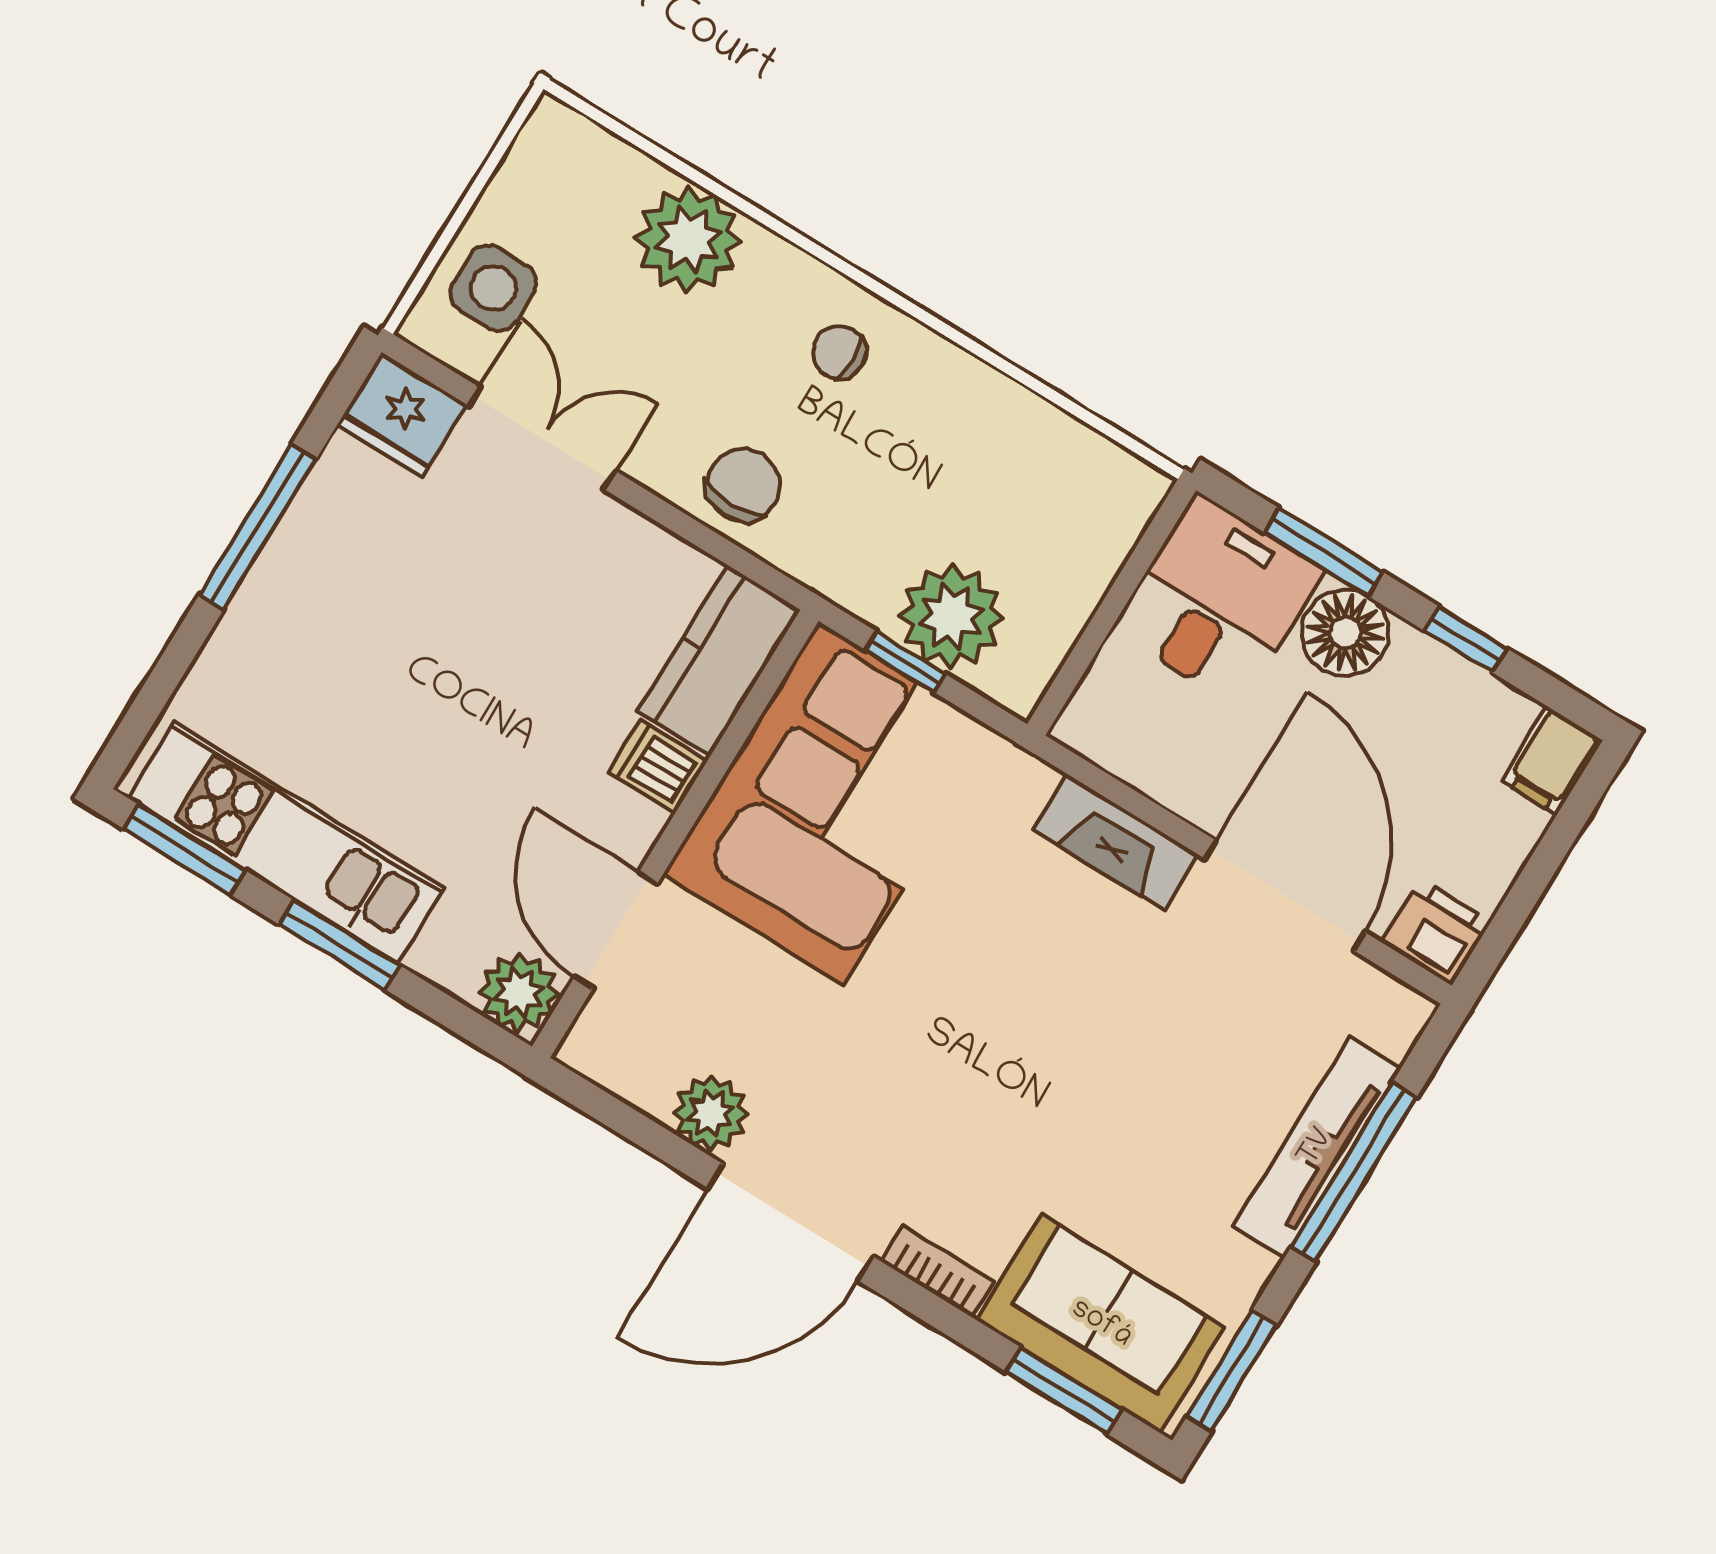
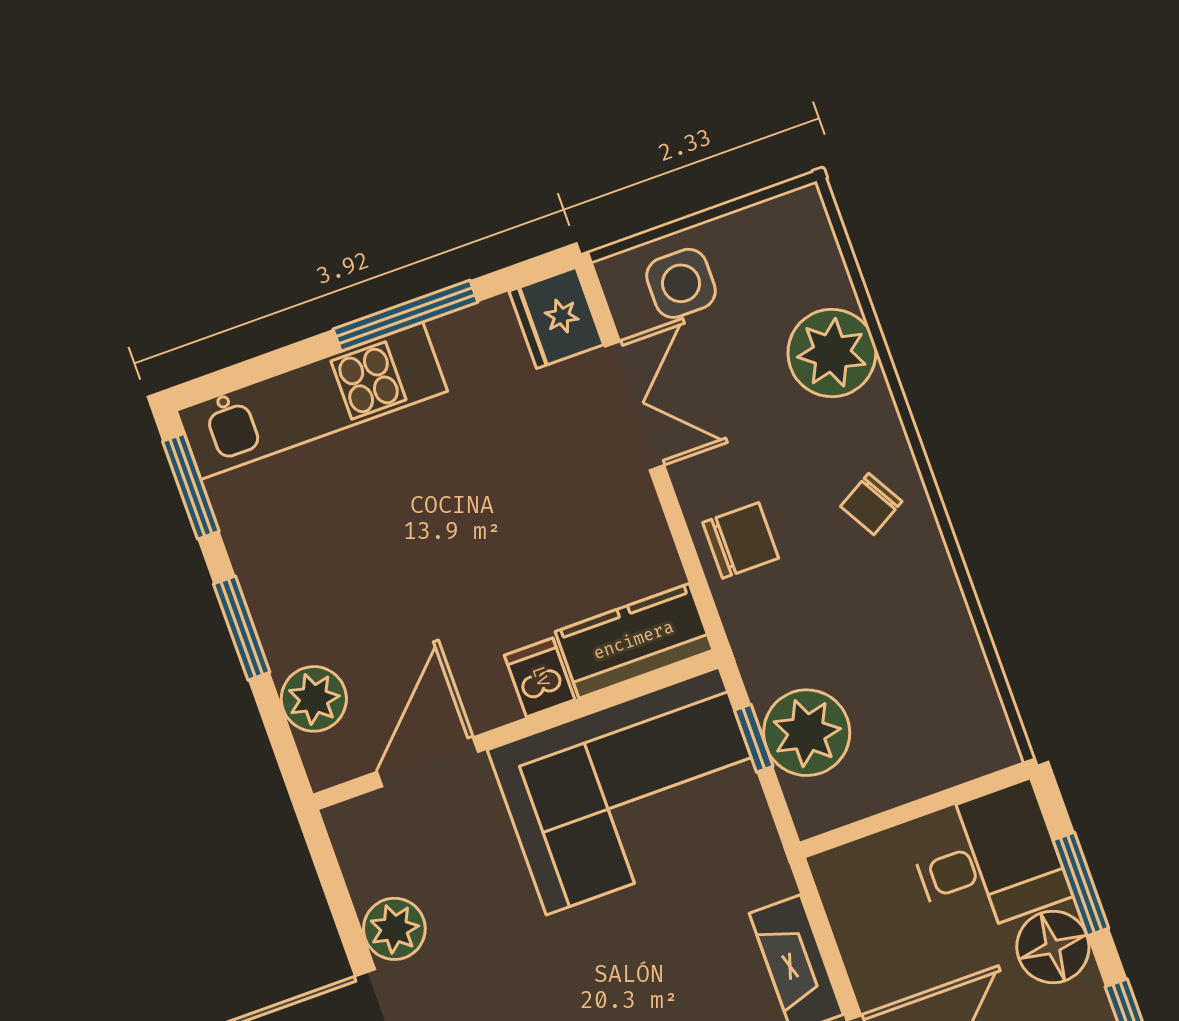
chair: (839, 352) -> (871, 504), turned -120
kitchen unit: (286, 843) -> (312, 401), moved, turned 90
plant: (519, 993) -> (314, 699), moved

